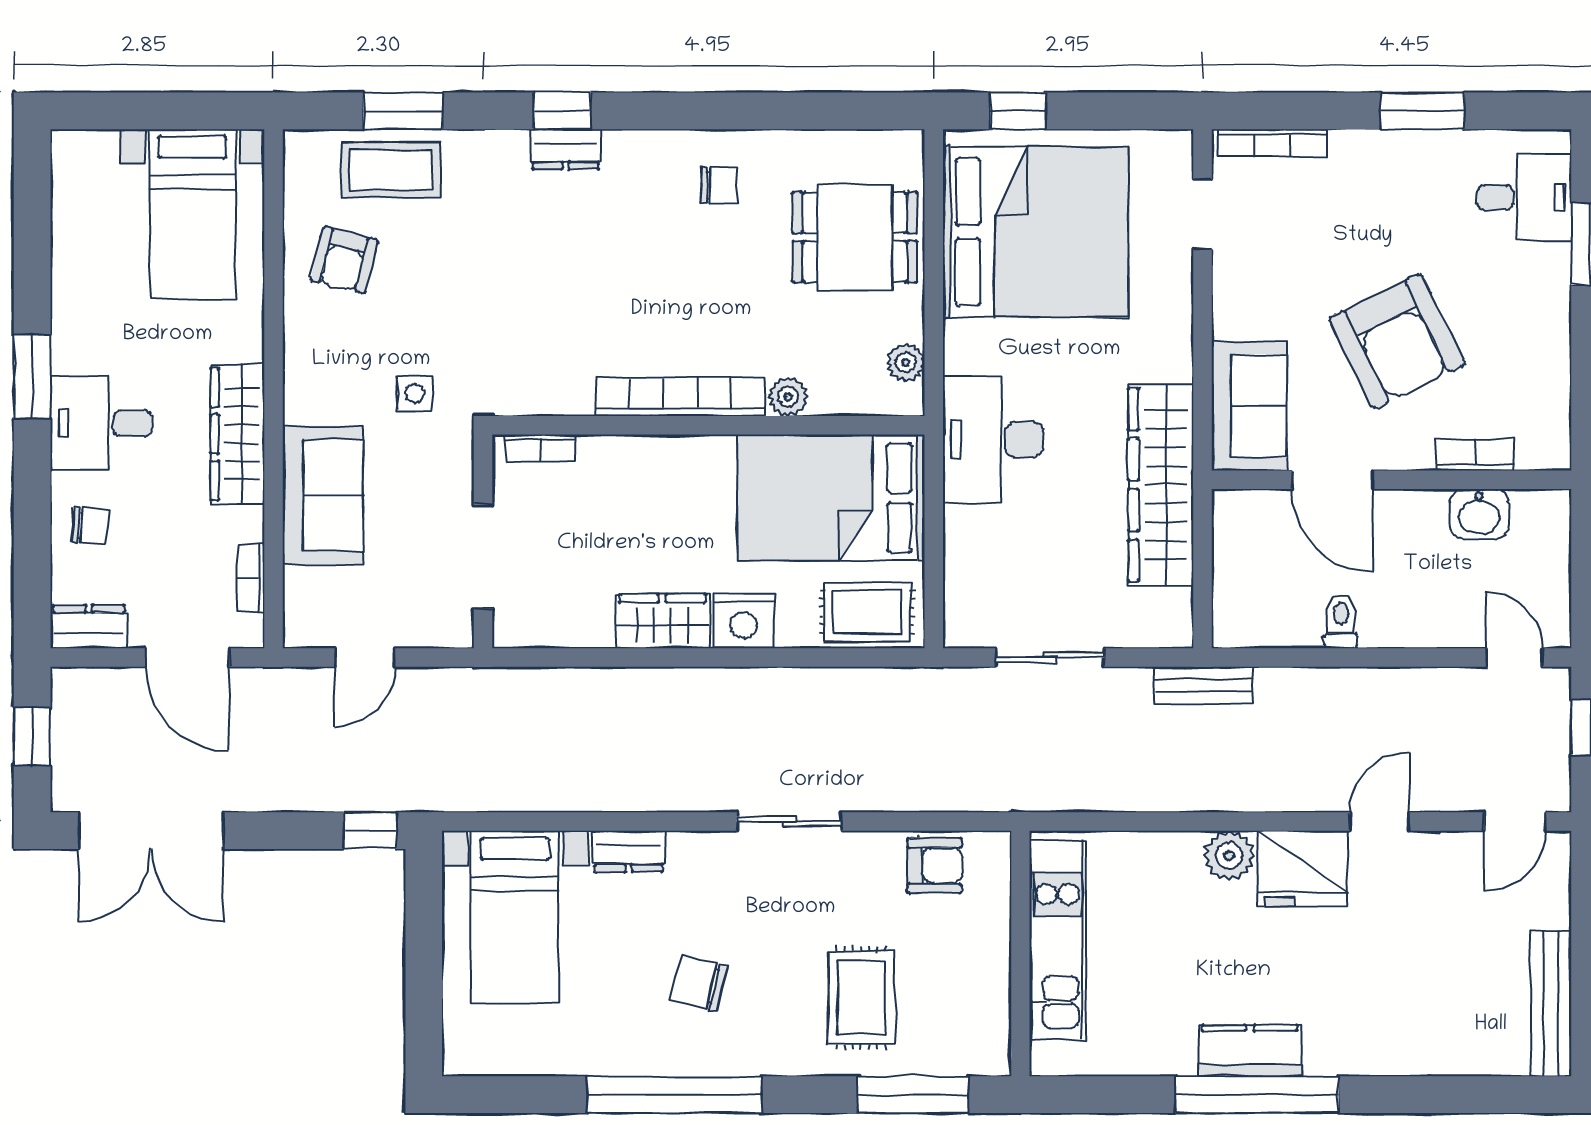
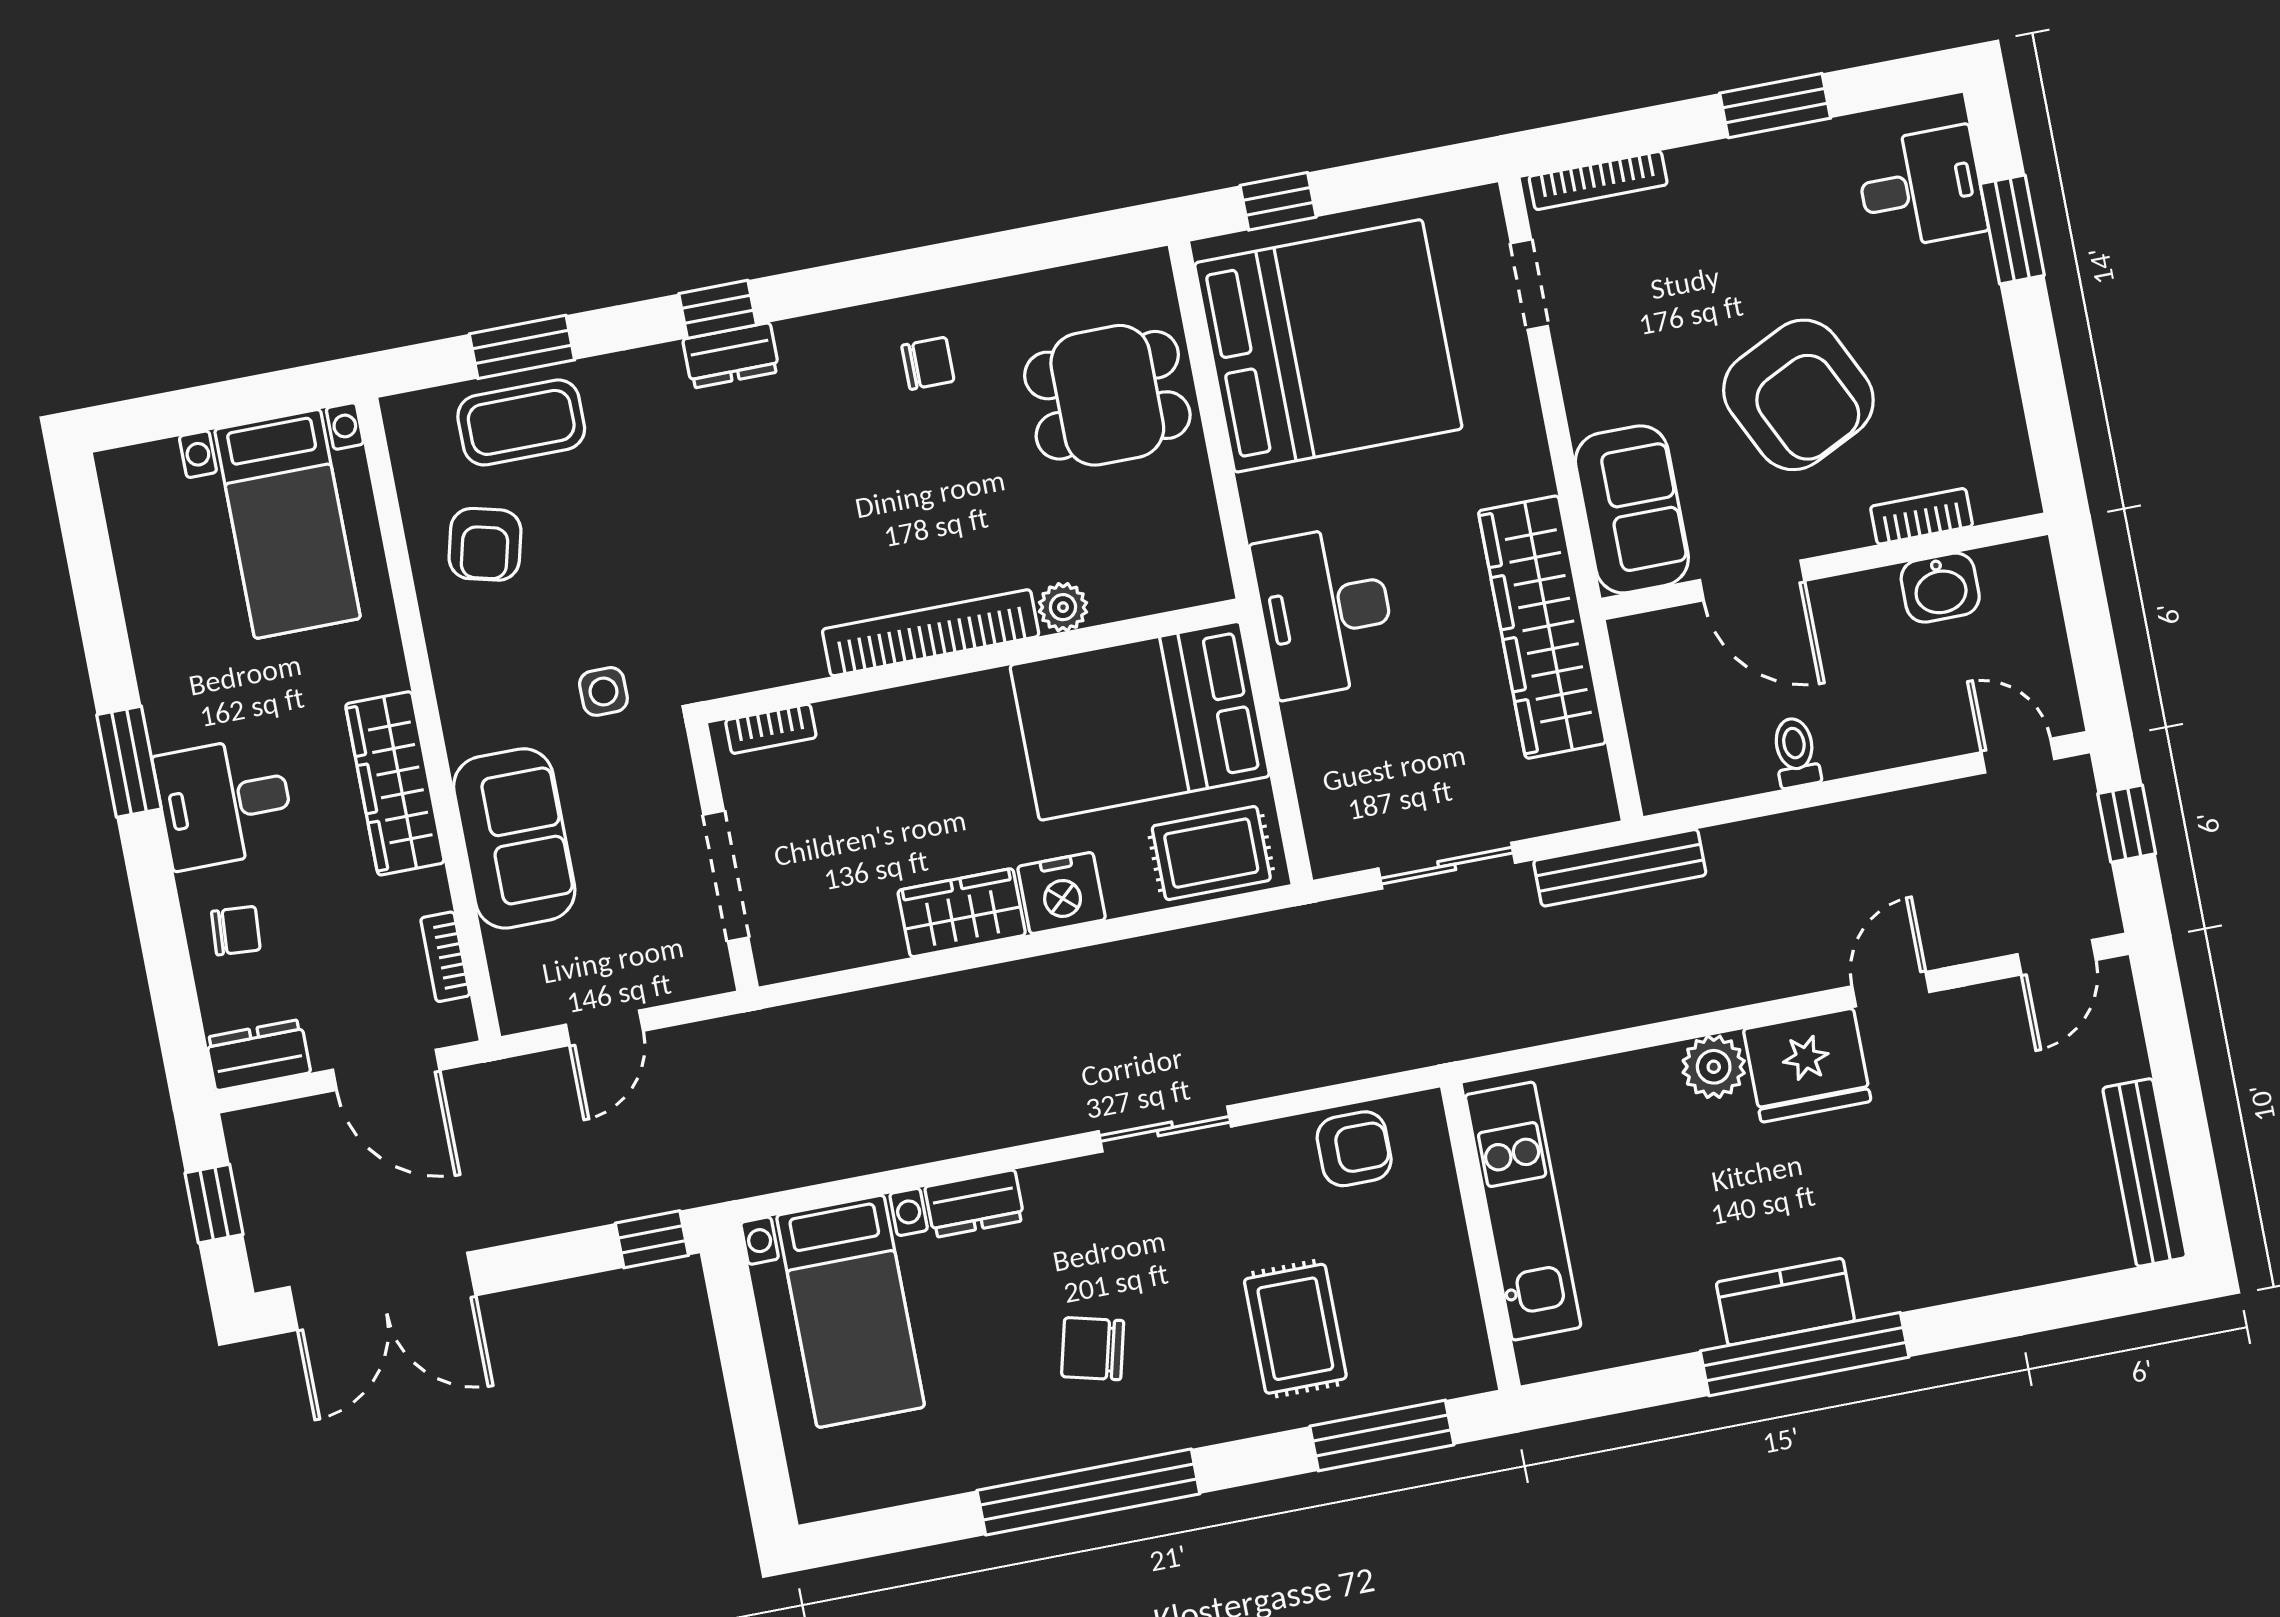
plant: (906, 362) -> (1200, 537), removed
bench: (1203, 685) -> (1620, 868), width x1.36

